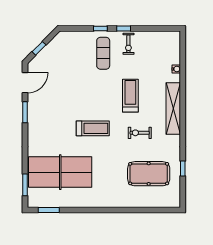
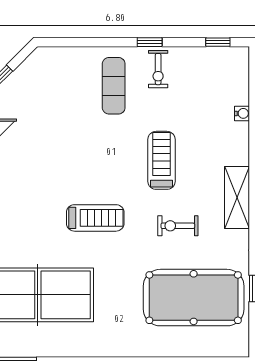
window: (100, 28) -> (218, 42), moved
shelving: (173, 109) -> (237, 198), width x0.68
pool table: (149, 174) -> (194, 298), width x1.36, depth x1.32

